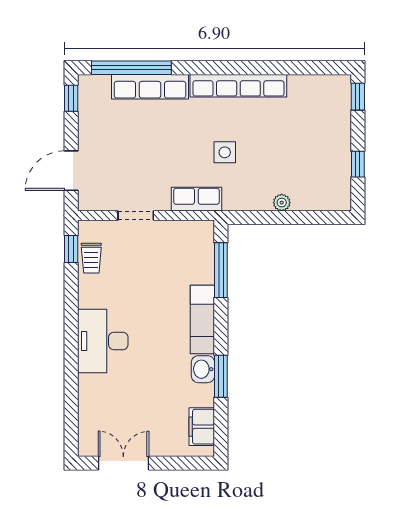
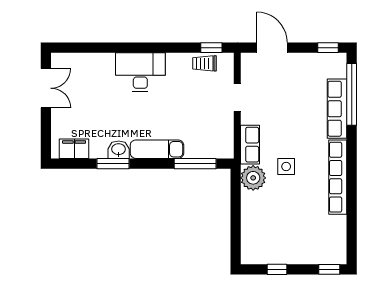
plant: (282, 203) -> (253, 178), moved, width x1.88, depth x1.88

